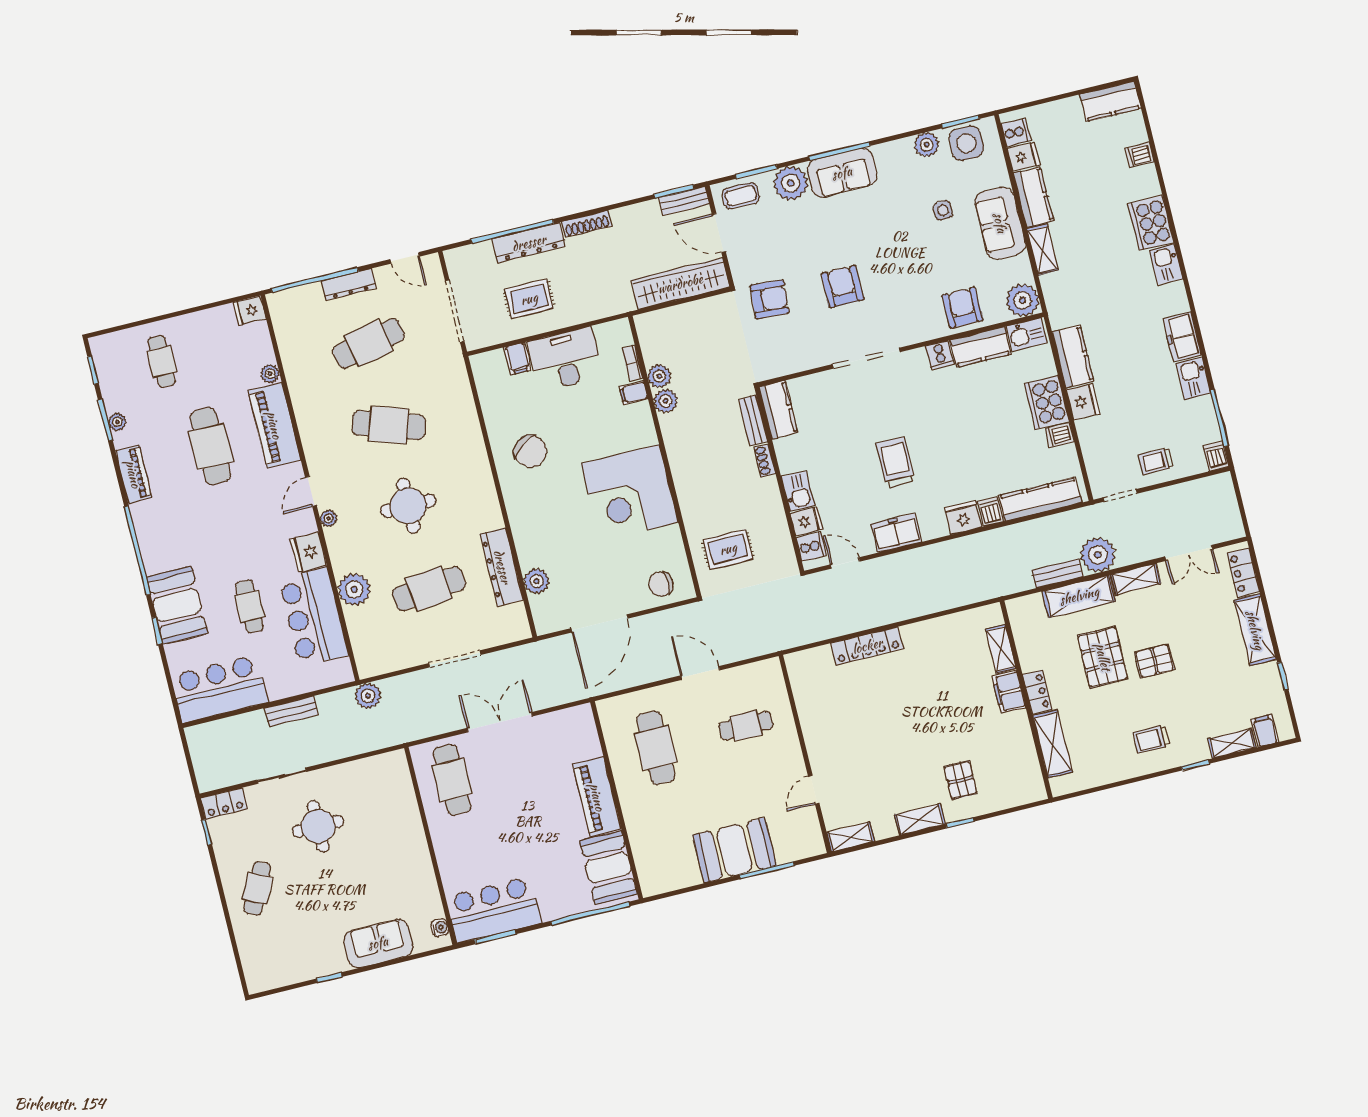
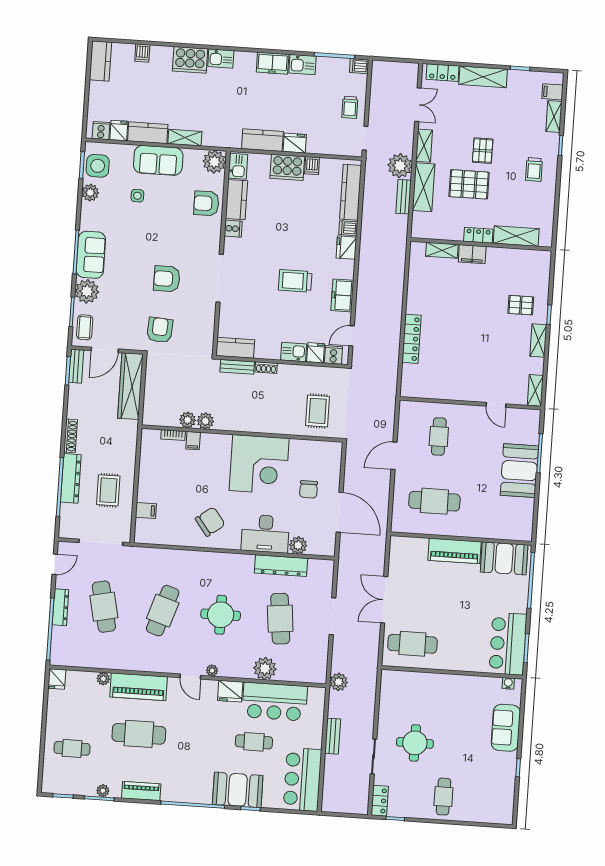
desk: (565, 359) -> (265, 534), moved, turned -90
chair: (661, 584) -> (309, 489), moved
cafe table: (257, 888) -> (443, 797), turned 64

